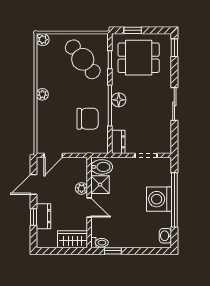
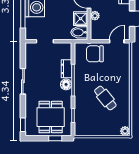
dining table: (139, 58) -> (51, 117), turned 90
cafe table: (83, 59) -> (105, 98), moved, width x0.73, depth x0.74
plant: (42, 94) -> (125, 89), removed
chair: (88, 119) -> (95, 54), moved
dresser: (118, 142) -> (66, 69), moved

